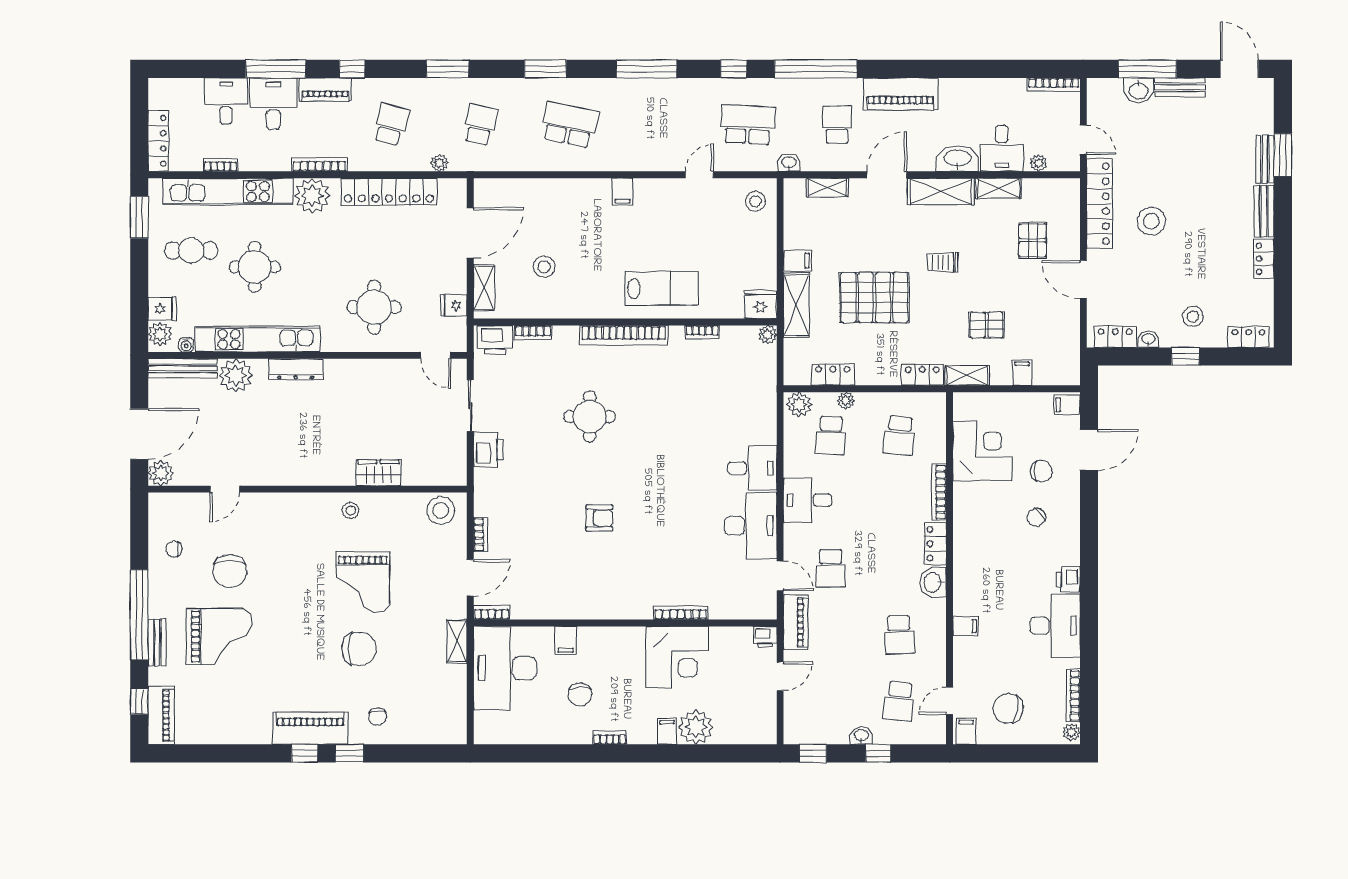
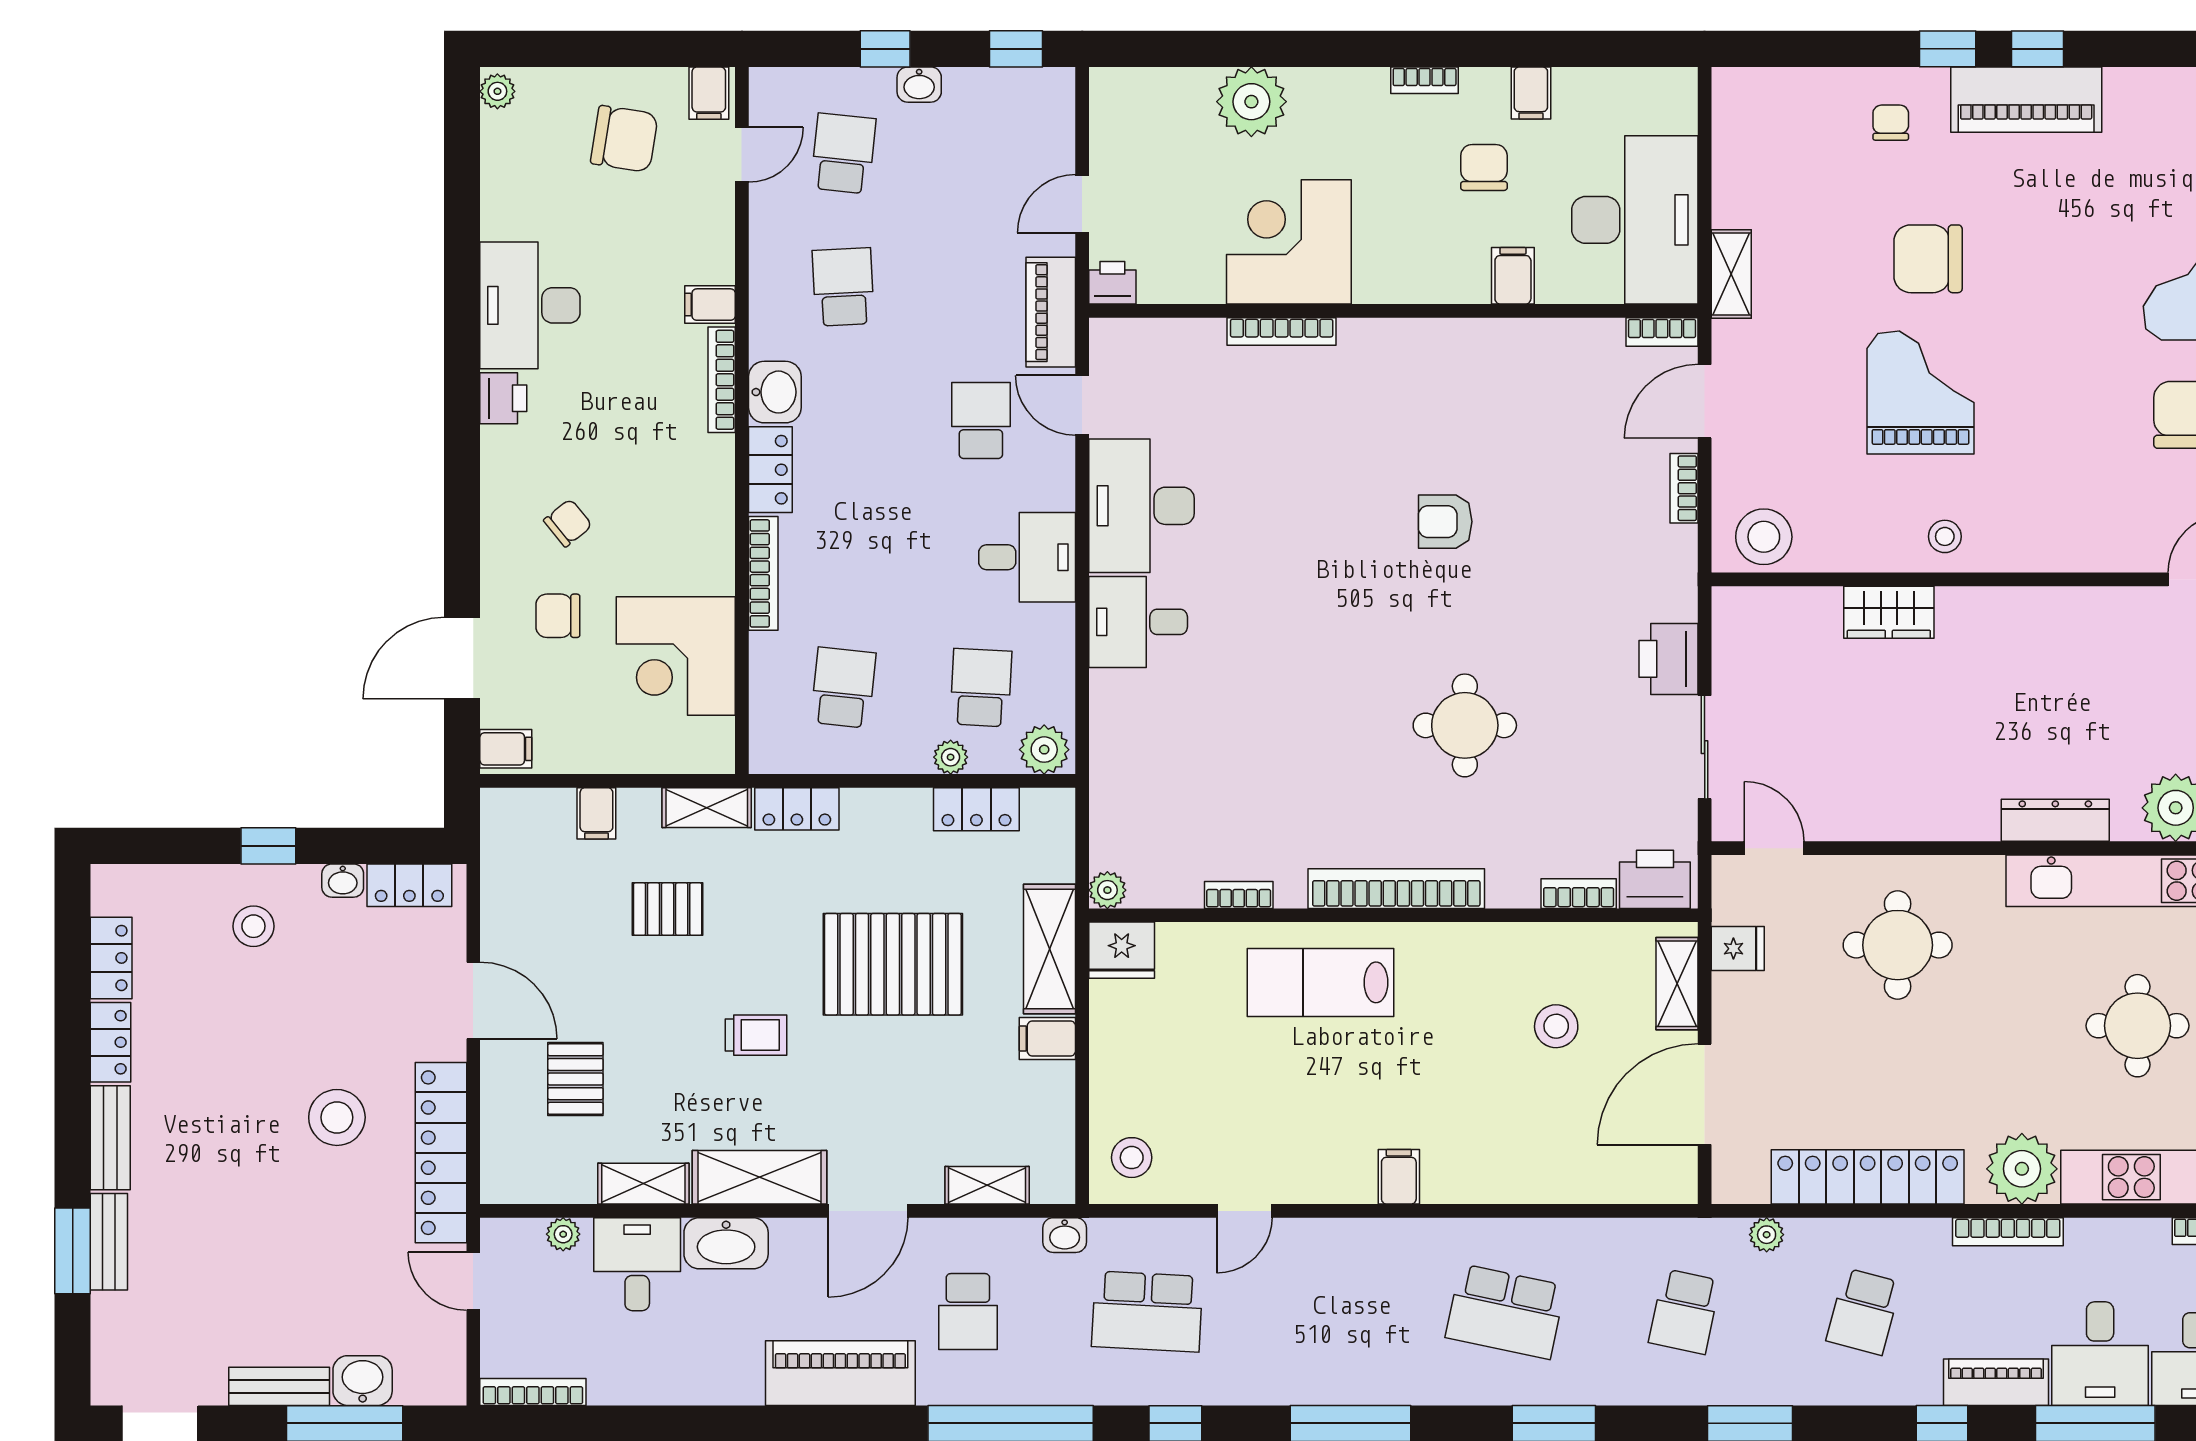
locker: (1248, 337) -> (111, 958), moved, turned -90
bookcase: (1073, 695) -> (722, 380), moved, turned 180
filing cabinet: (667, 731) -> (1531, 93), moved

